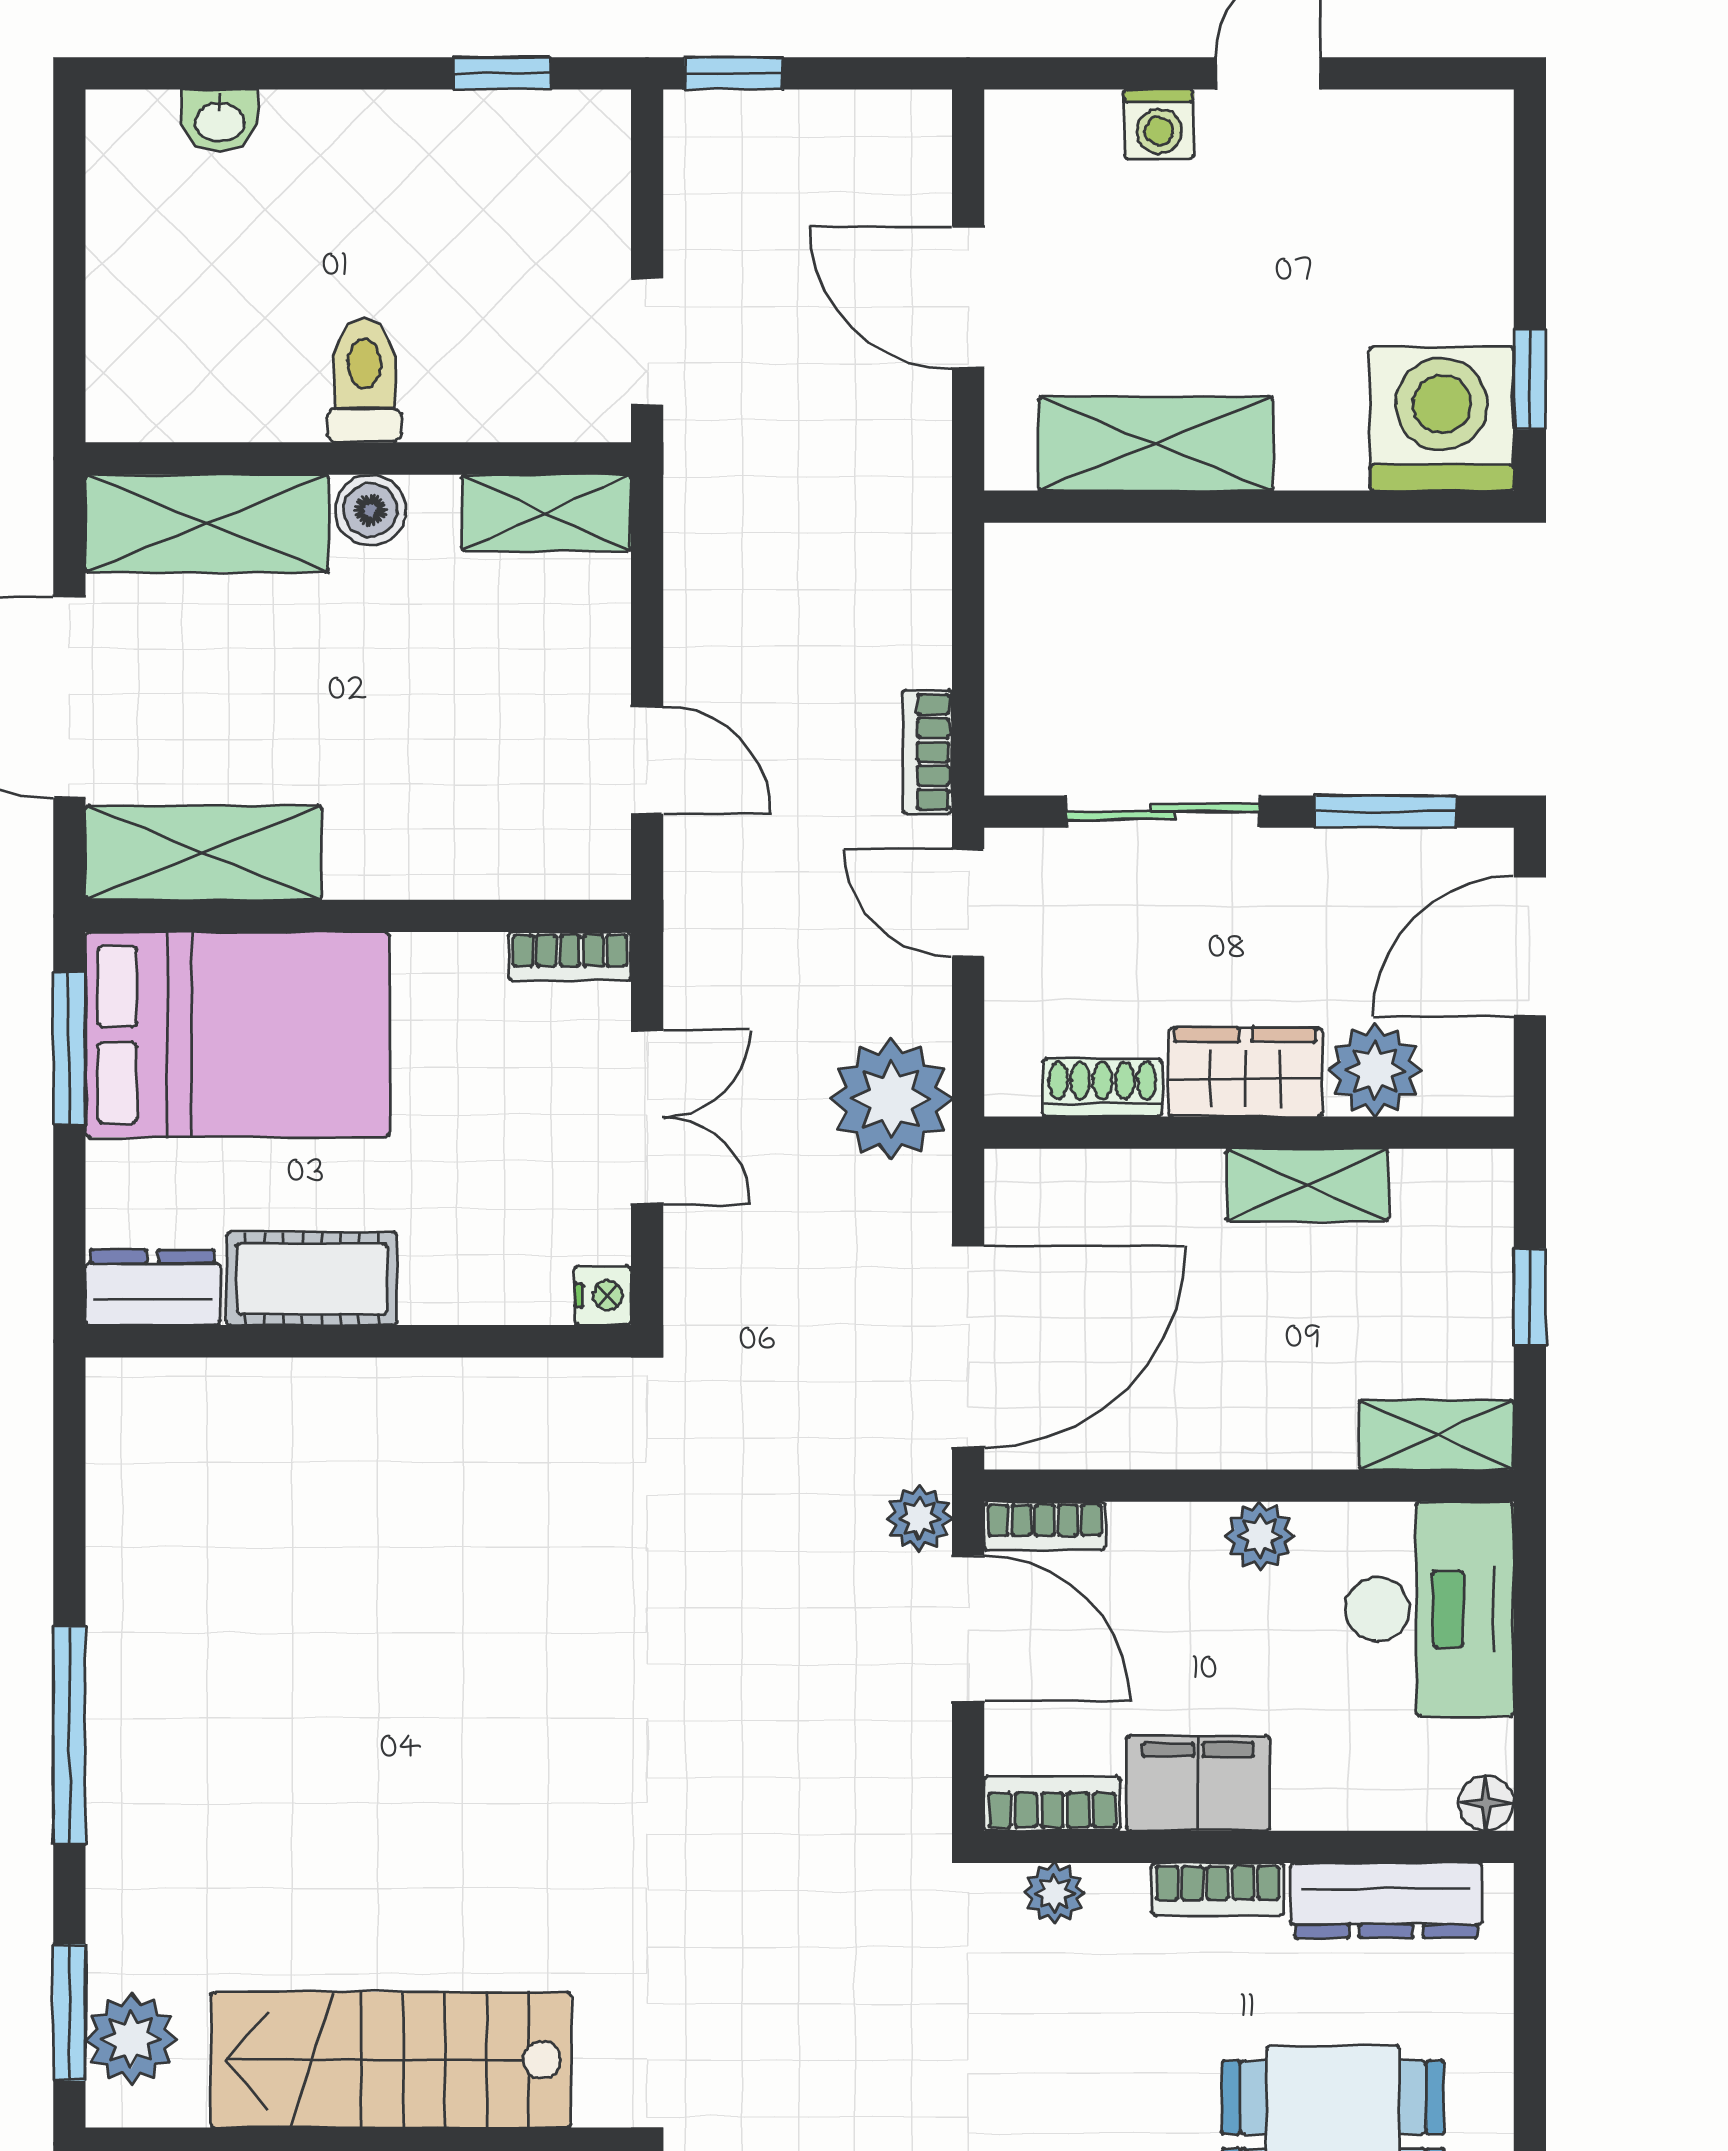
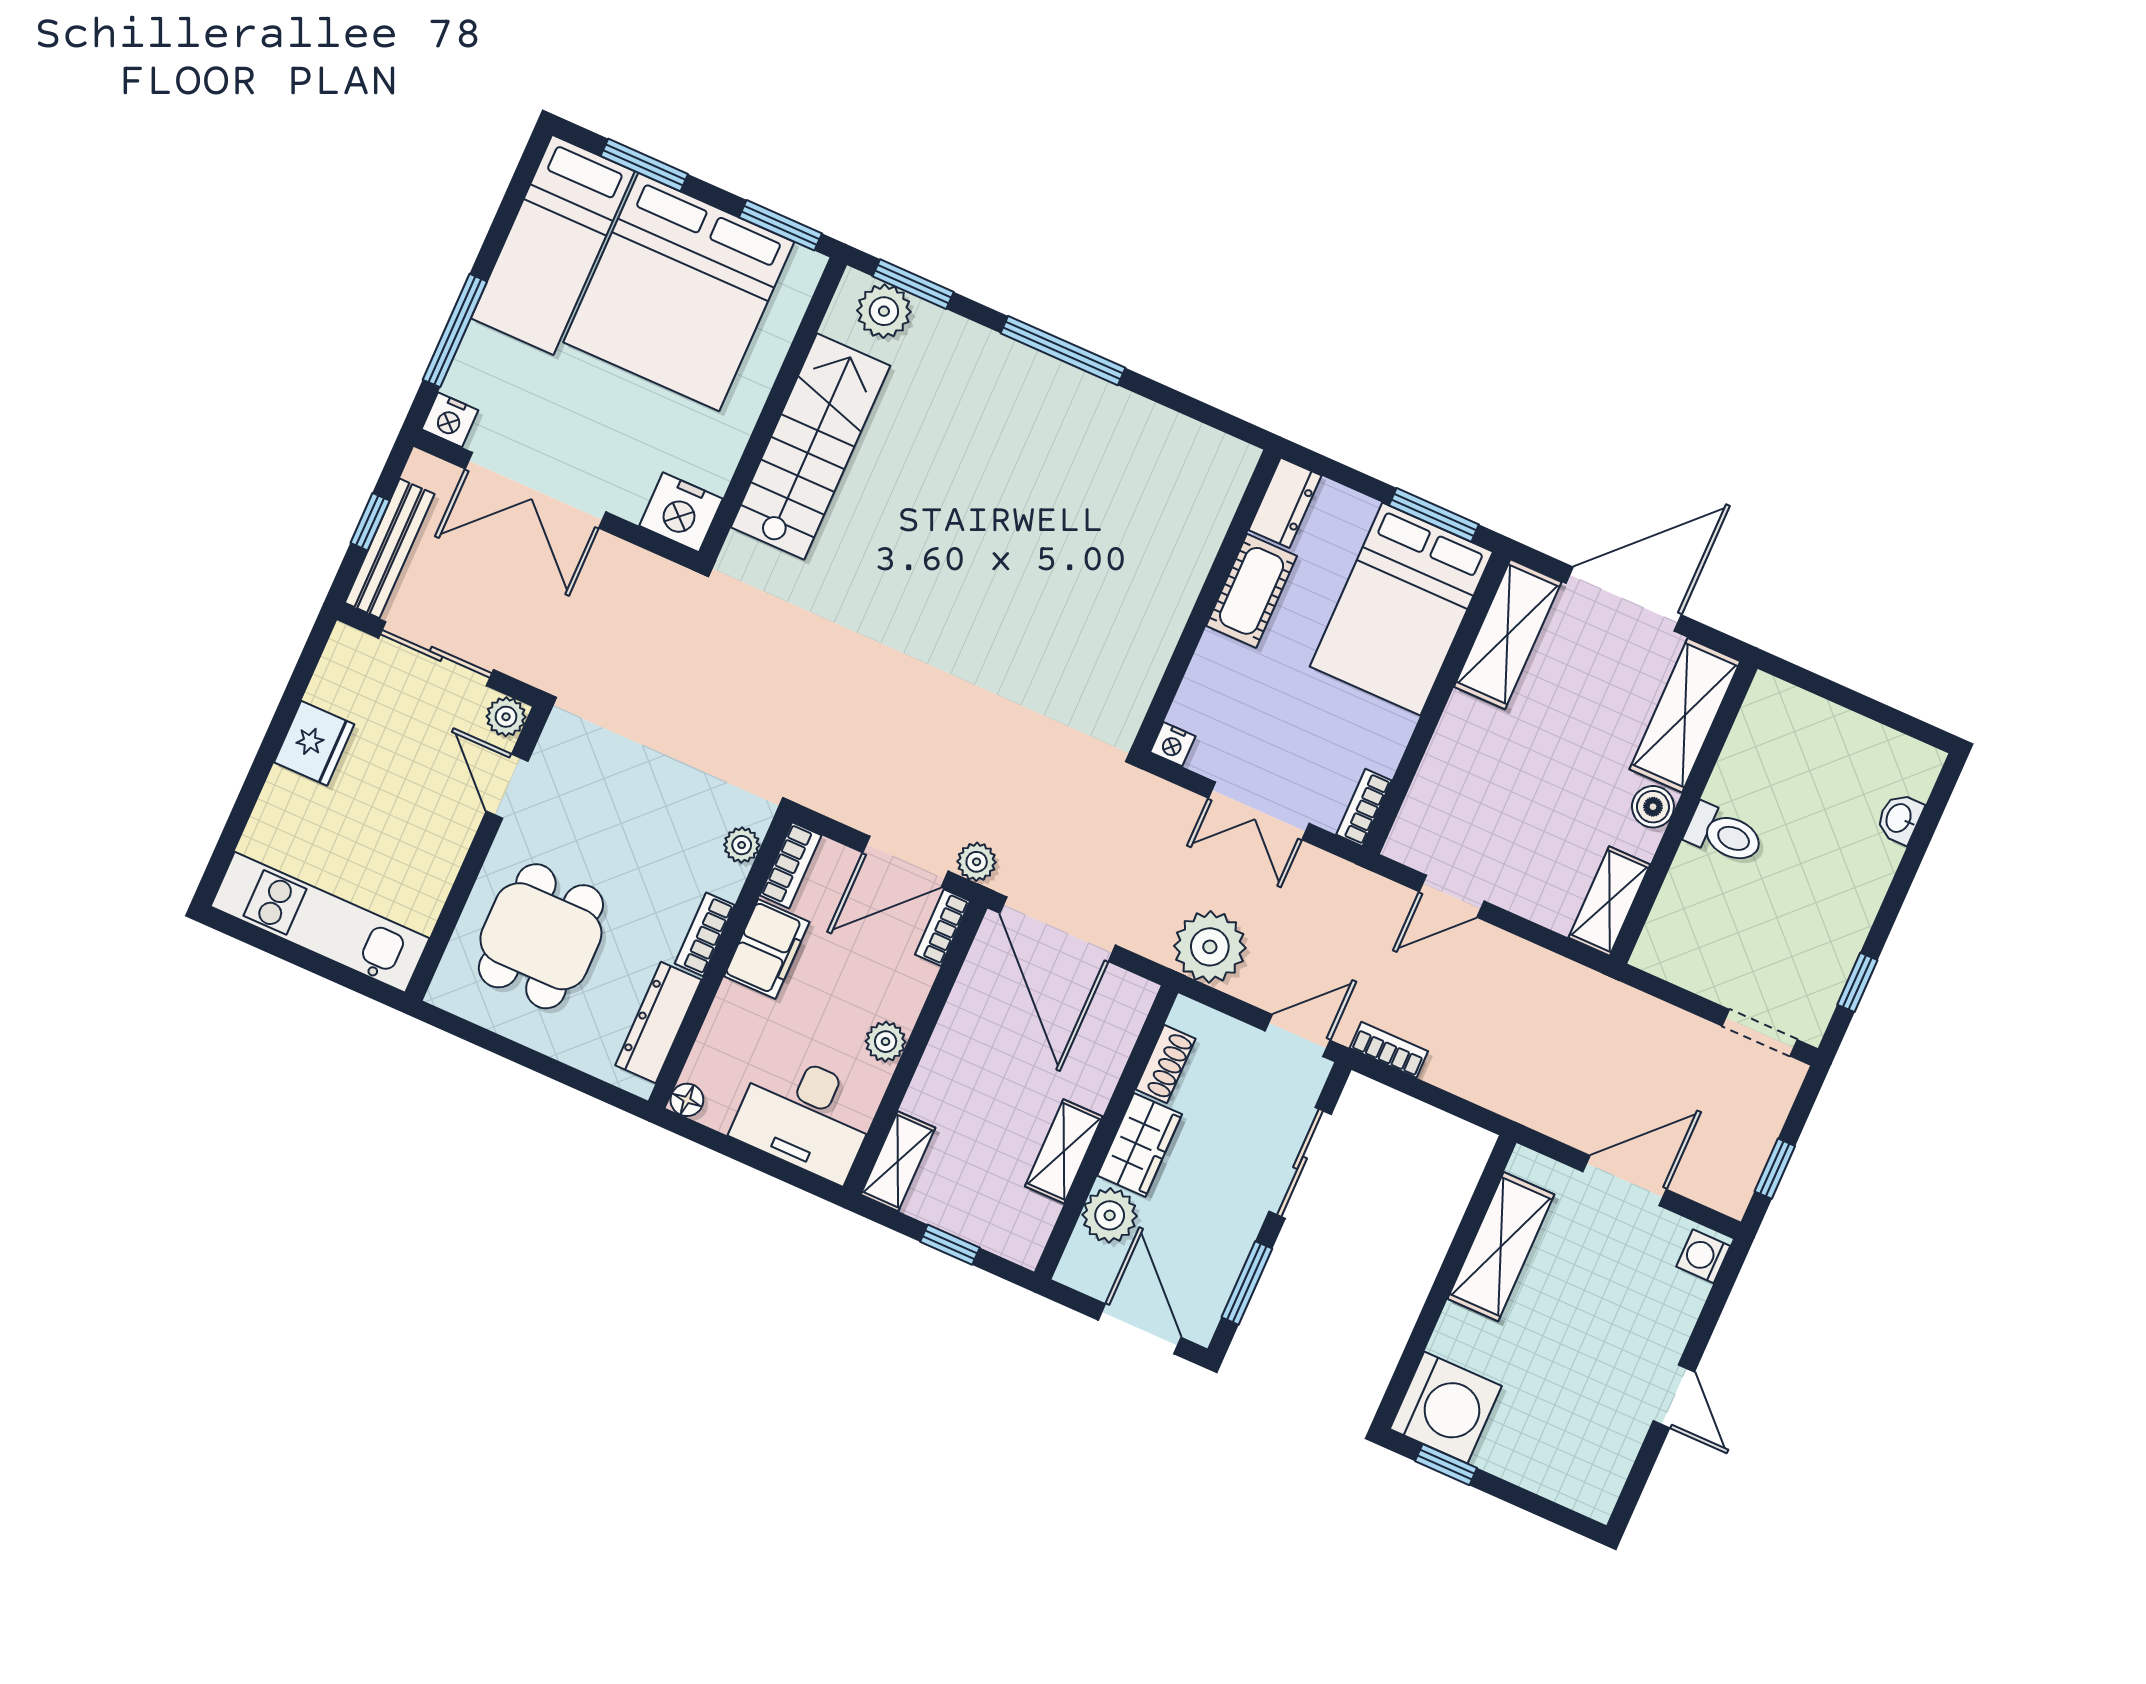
window: (733, 73) -> (1775, 1169), moved
washing machine: (1159, 124) -> (1703, 1256), moved
doorway: (647, 342) -> (1760, 1033), moved

